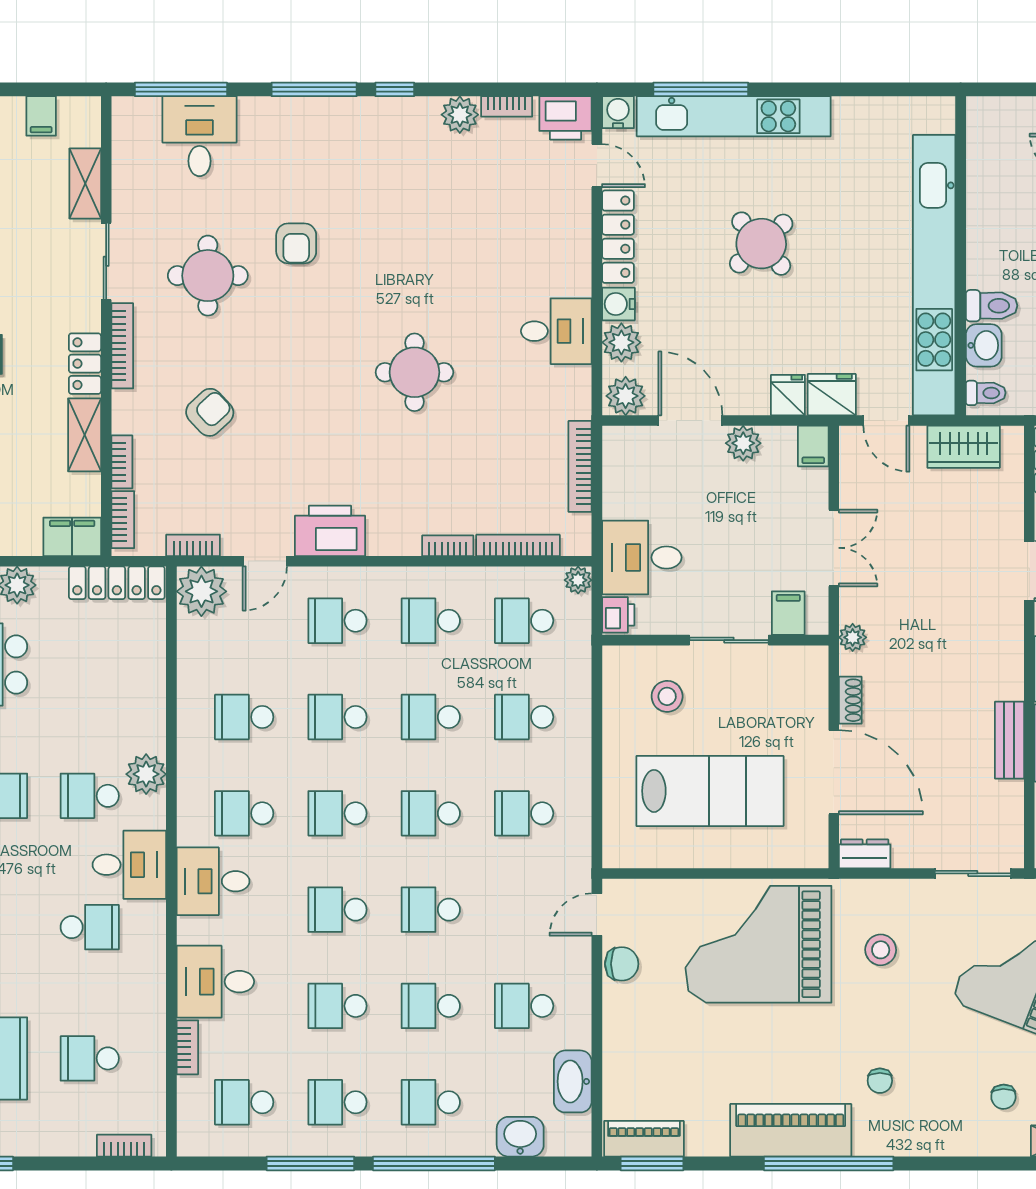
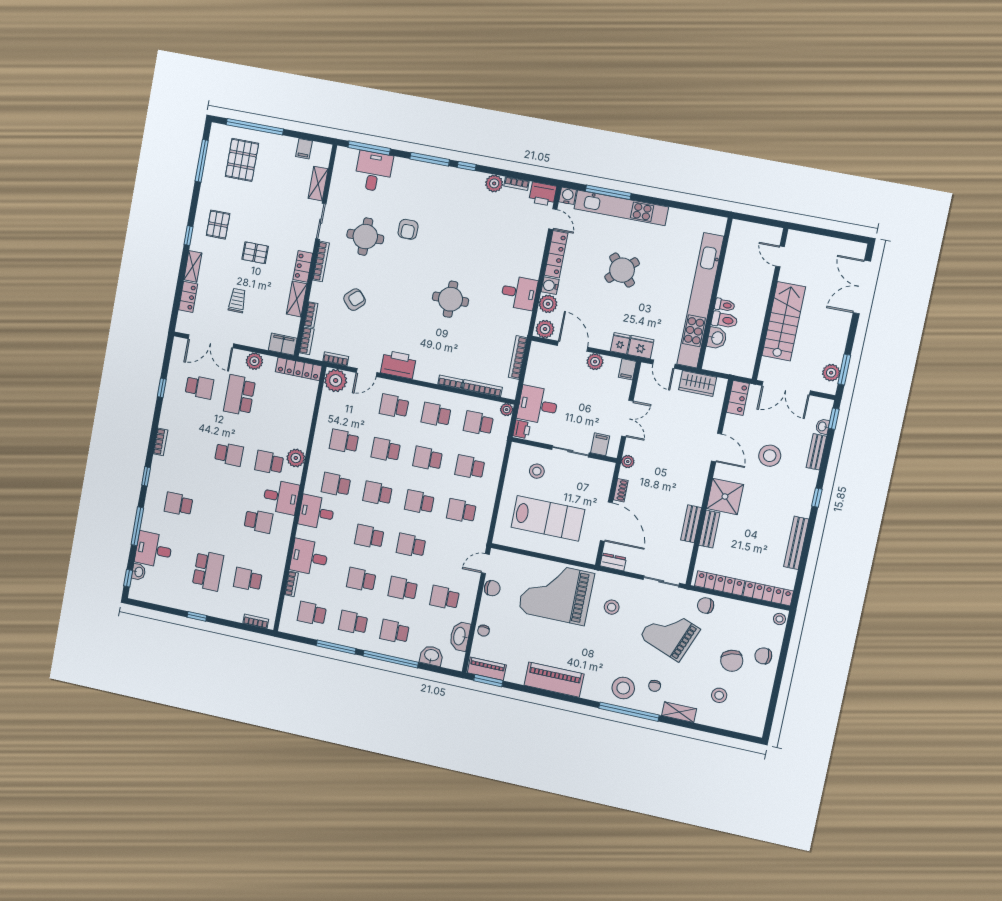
toilet: (986, 393) -> (725, 305), moved
chair: (880, 1081) -> (484, 631), moved
stool: (939, 1116) -> (623, 688), added
window: (829, 1163) -> (629, 712), moved

